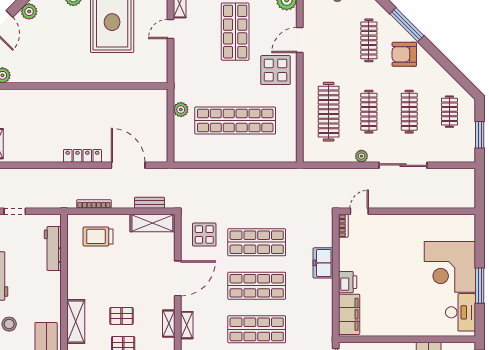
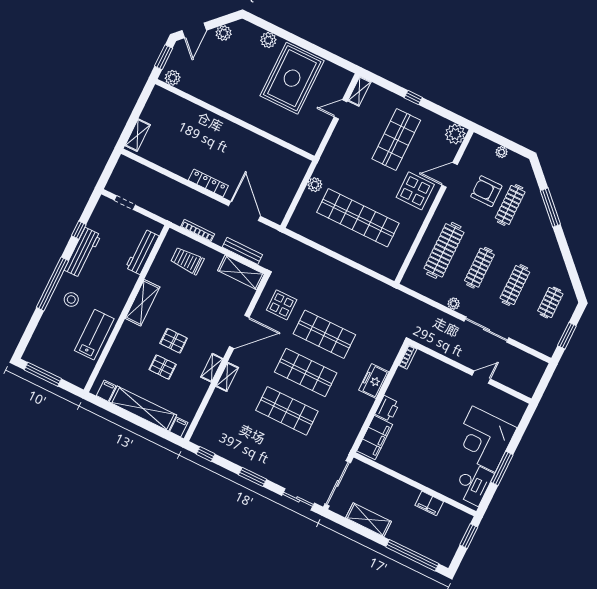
armchair: (404, 54) -> (486, 191), moved
bench: (150, 203) -> (242, 251), width x1.36
door: (359, 211) -> (481, 377), moved
shelving: (76, 322) -> (142, 303), moved

